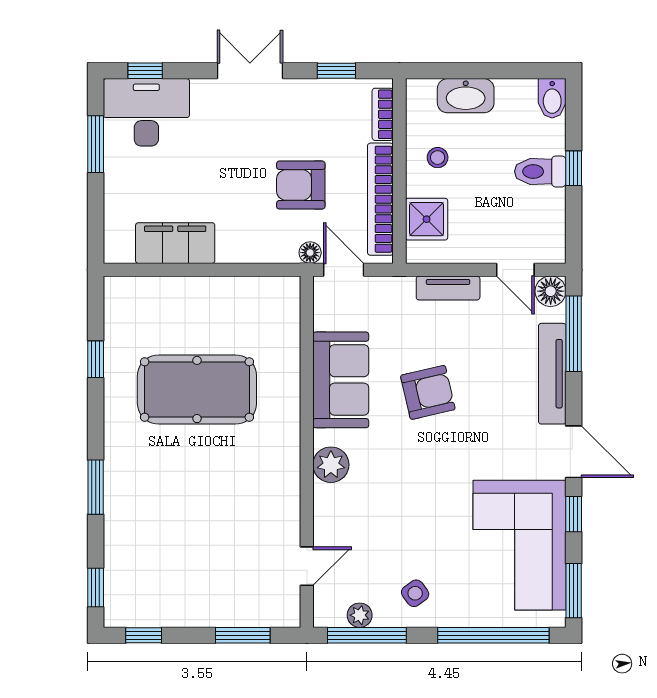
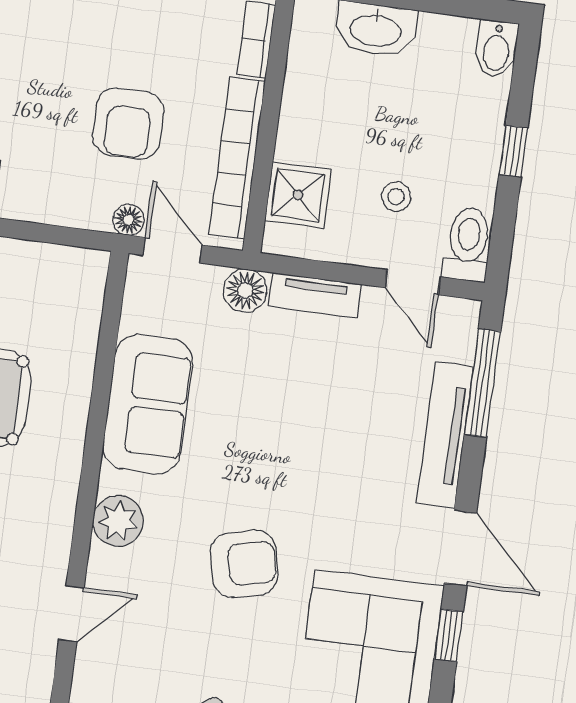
stool: (438, 158) -> (396, 197), moved
toilet: (540, 171) -> (468, 244), moved, turned 90
armchair: (301, 185) -> (128, 123), turned -90
floor lamp: (551, 291) -> (245, 291), moved
armchair: (428, 392) -> (244, 564), moved
door: (307, 566) -> (71, 614), moved

